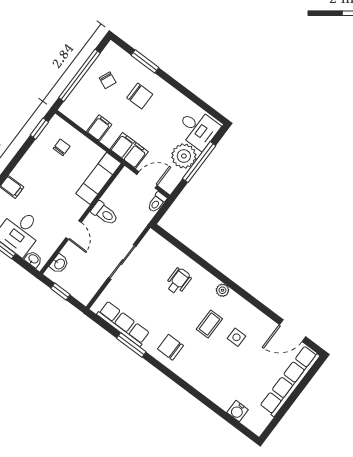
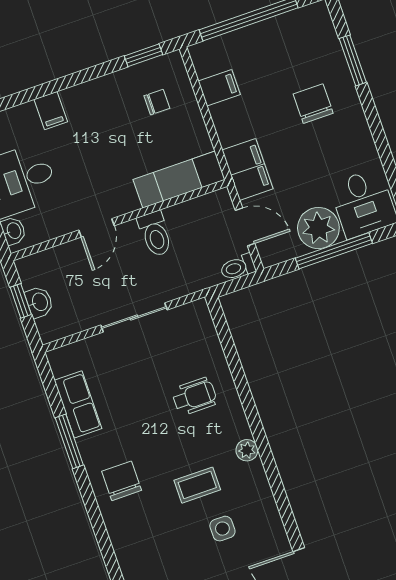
chair: (108, 80) -> (283, 52), removed
chair: (140, 96) -> (313, 104), turned 180
filing cabinet: (99, 128) -> (219, 88), moved
washbasin: (59, 264) -> (39, 302), moved, turned -90
row of seats: (123, 324) -> (78, 404), width x0.68

